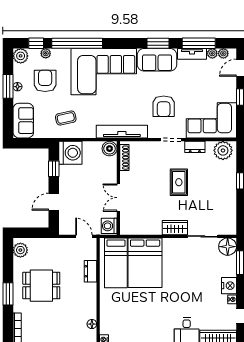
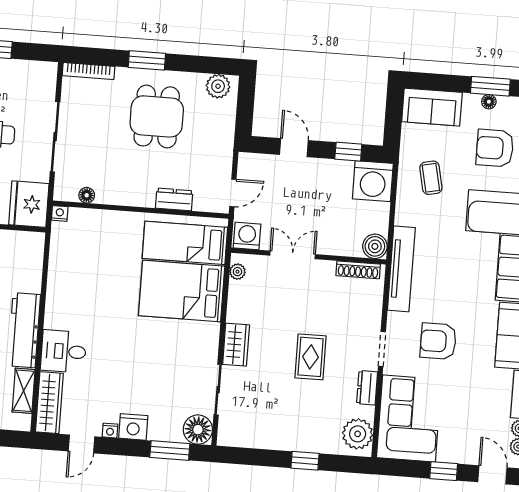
armchair: (45, 81) -> (495, 148), turned 180
rug: (179, 182) -> (311, 357), turned 90
plant: (131, 230) -> (237, 272), added

